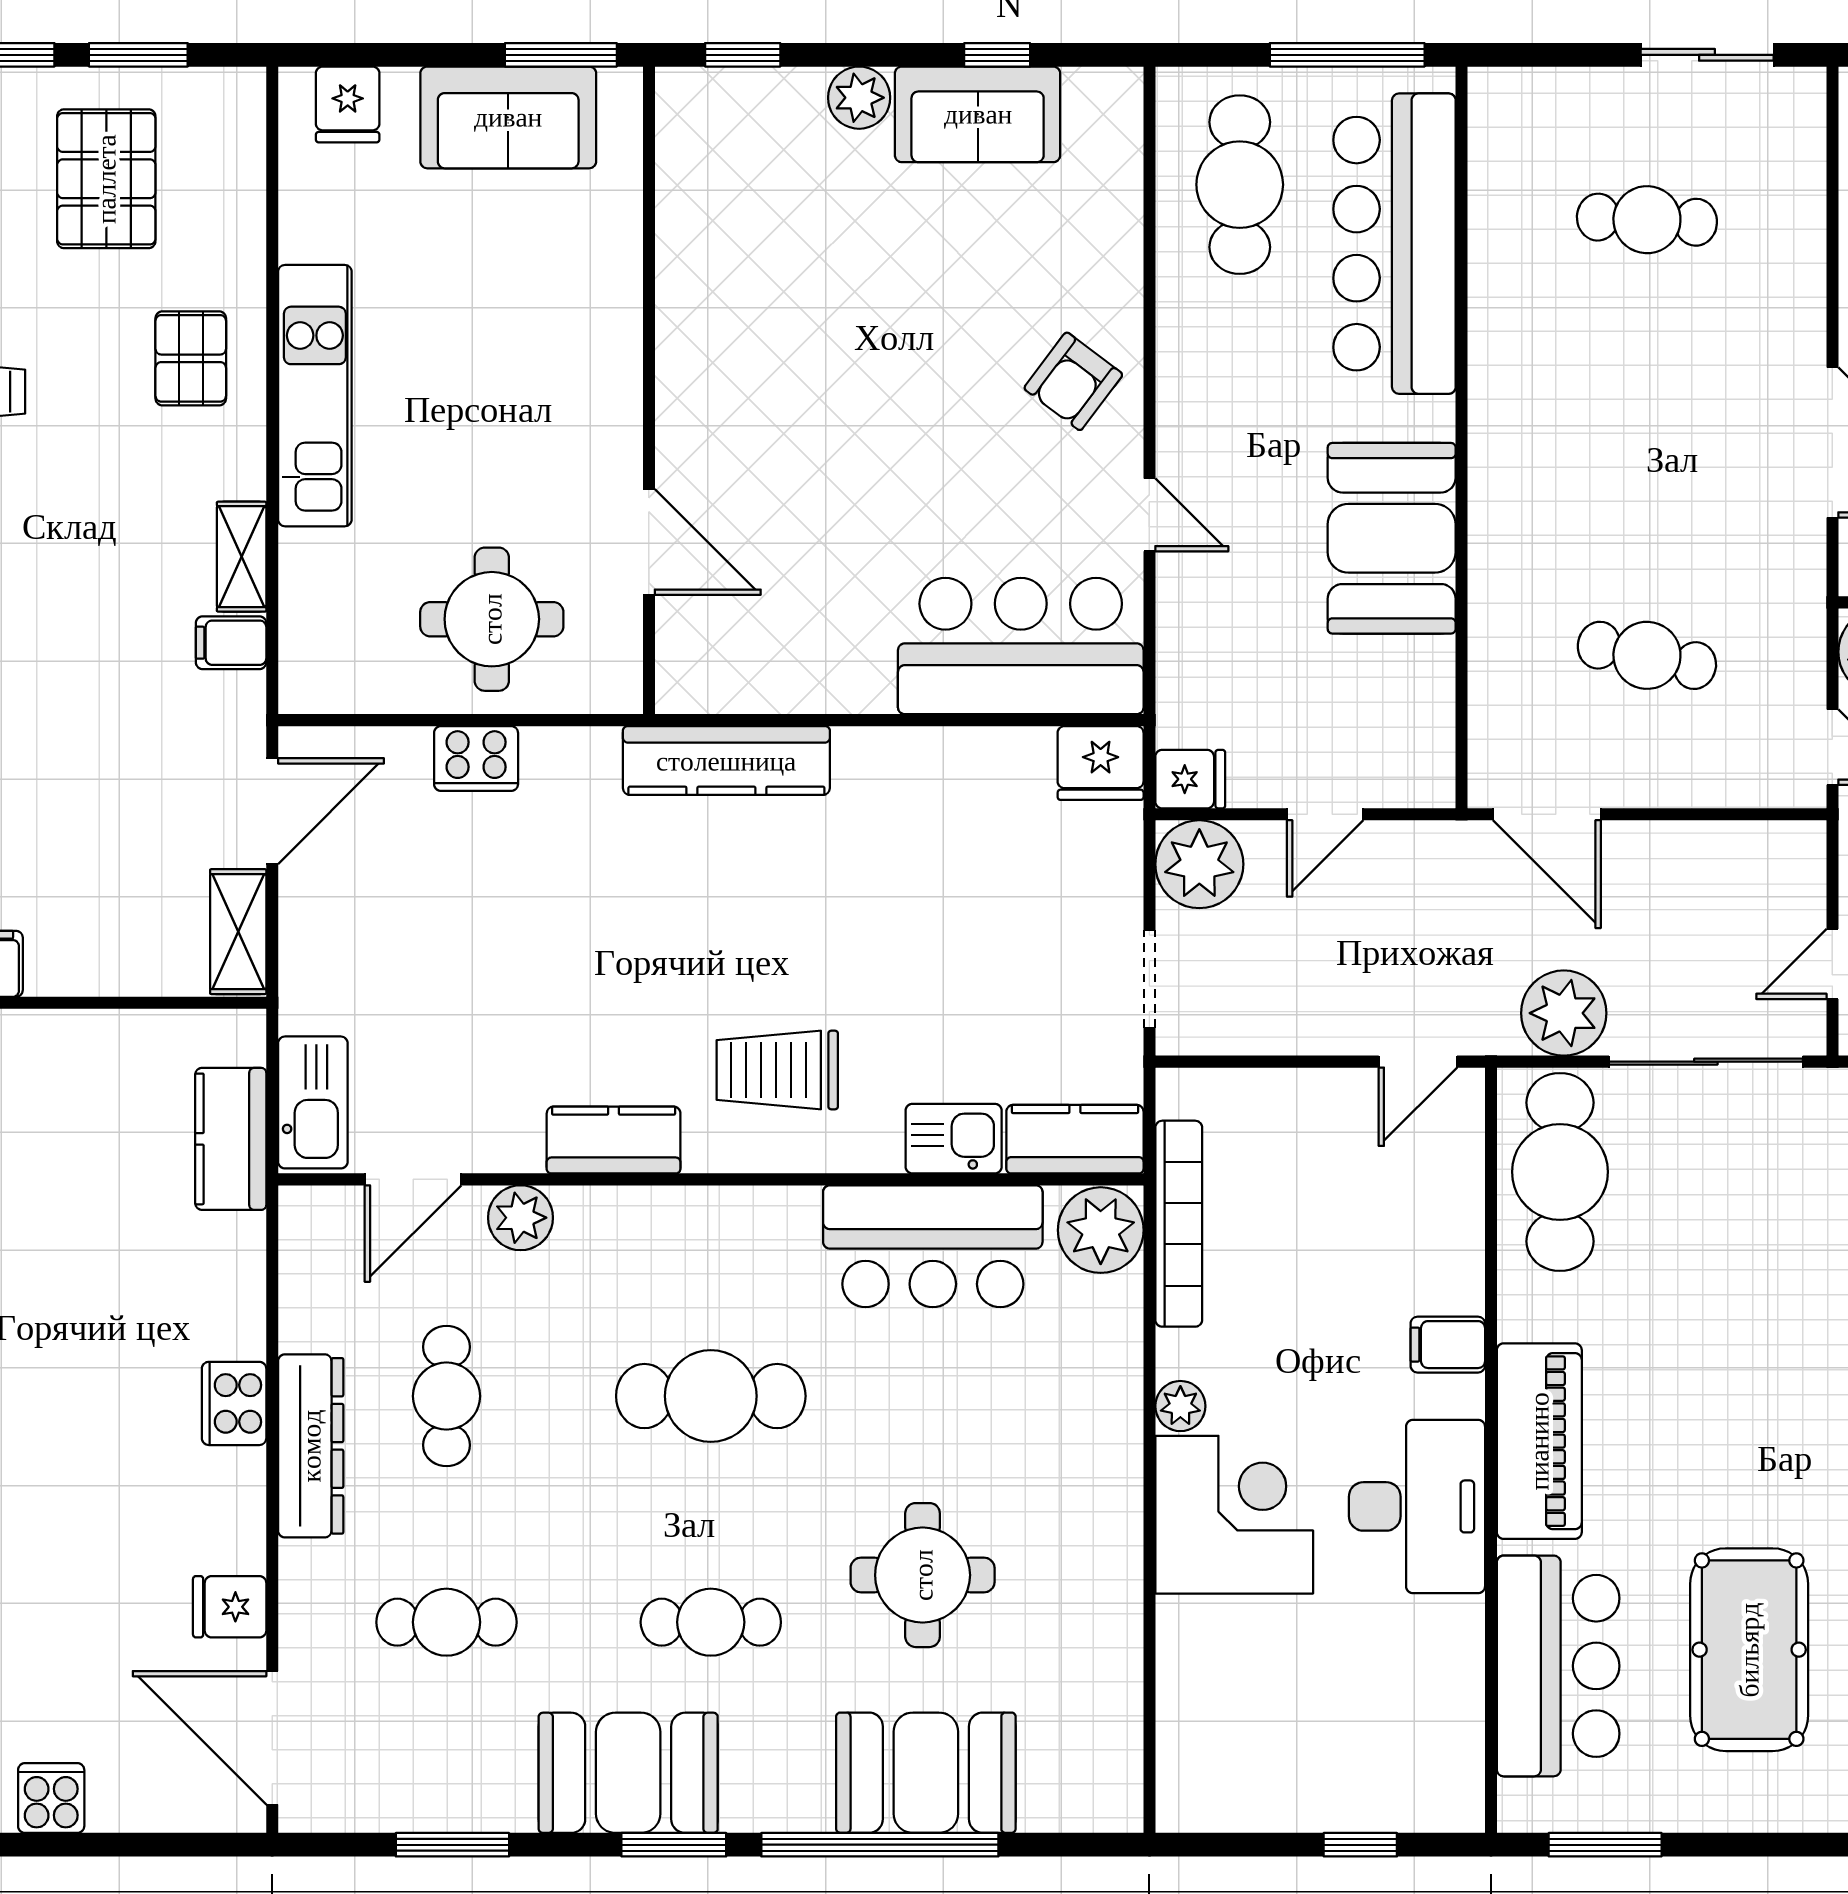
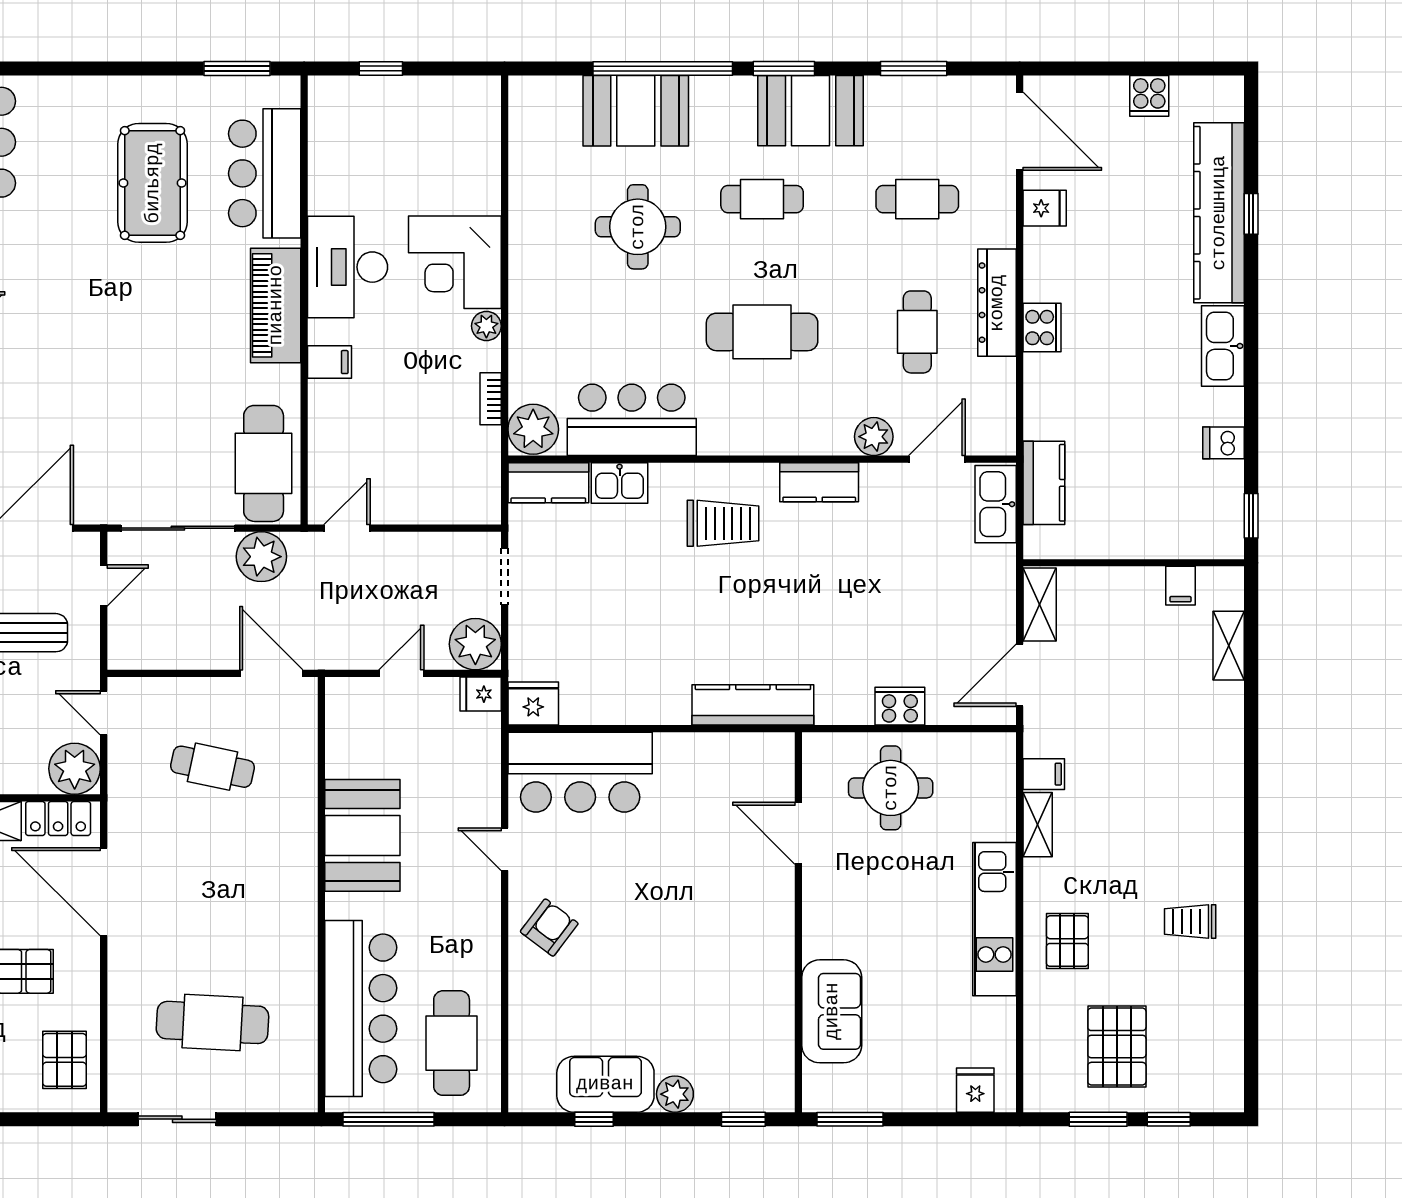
sofa: (508, 117) -> (832, 1011), moved, turned 90
cafe table: (1647, 220) -> (212, 1022), width x1.37, depth x1.35
bookcase: (1179, 1224) -> (491, 399), width x0.43, depth x0.76

